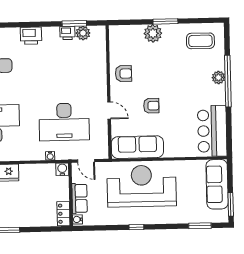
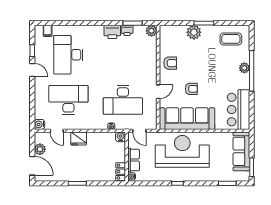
plant: (83, 33) -> (151, 31), moved
printer: (31, 36) -> (112, 32), moved
door: (109, 110) -> (158, 92), hinge flipped
sofa: (137, 147) -> (187, 119), width x1.36, depth x1.27

